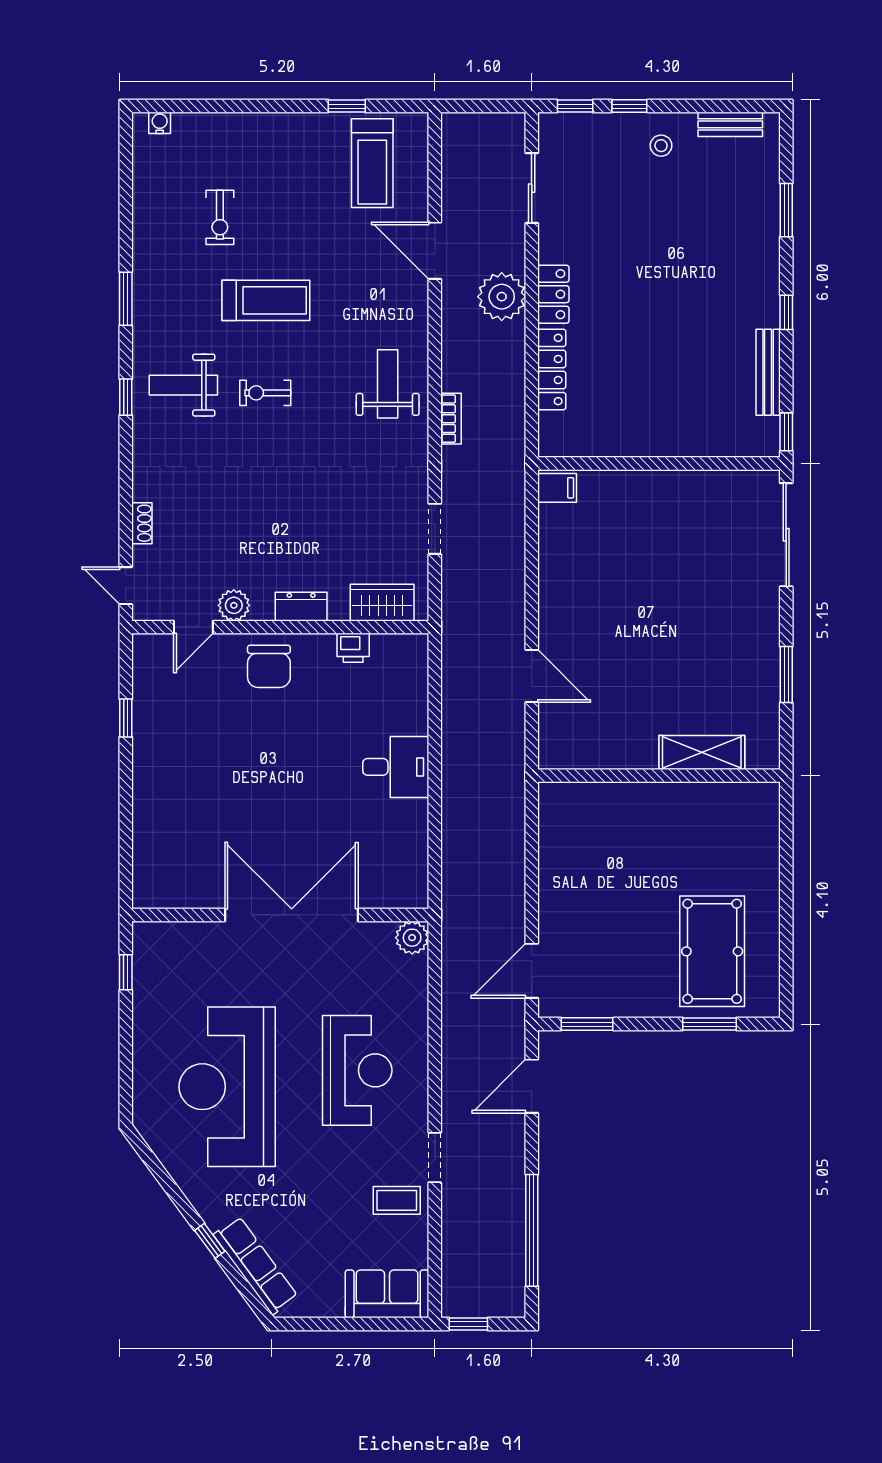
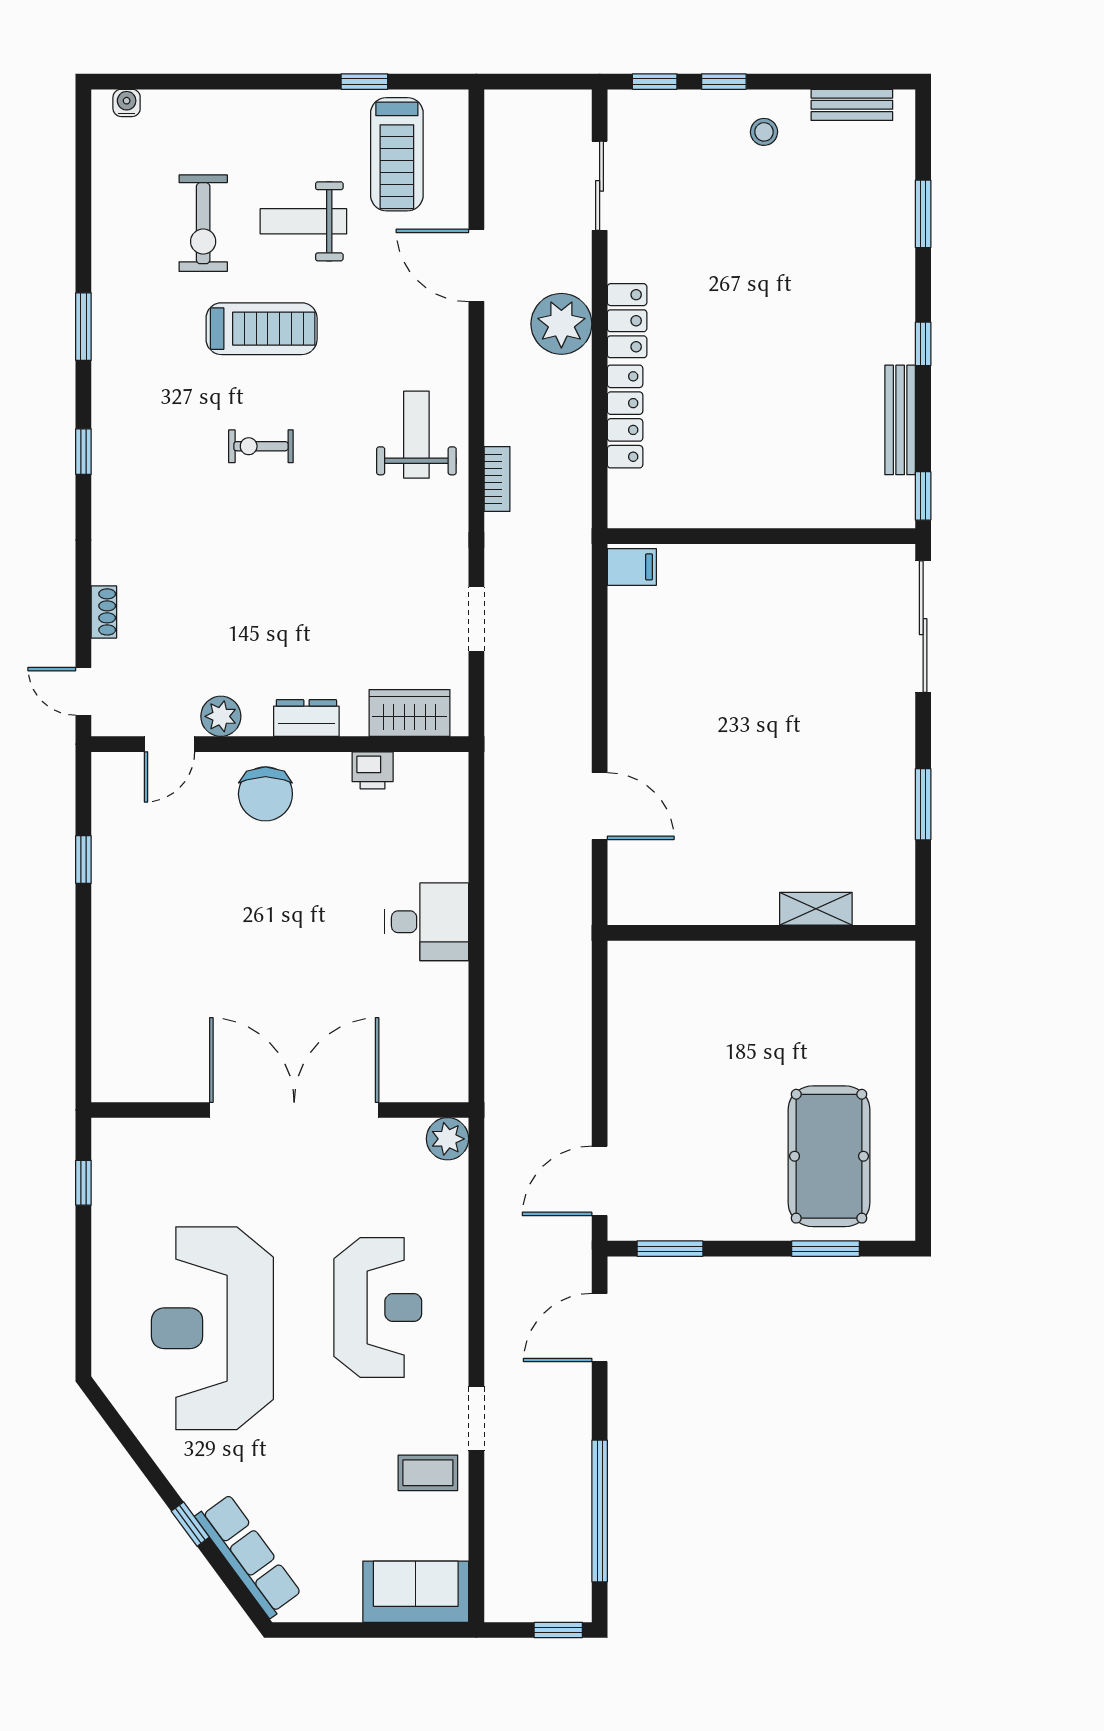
exercise bike: (220, 217) -> (203, 223), width x1.38, depth x1.39
weight bench: (183, 385) -> (303, 221), moved
shelving: (702, 752) -> (816, 909), width x0.67, depth x0.75
window: (468, 1324) -> (558, 1630), moved

